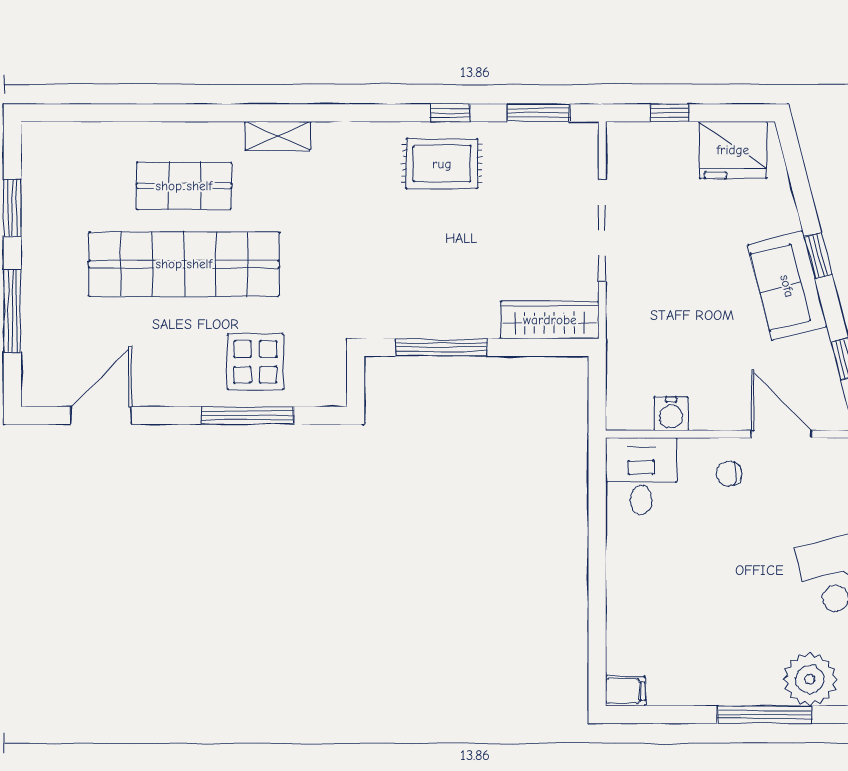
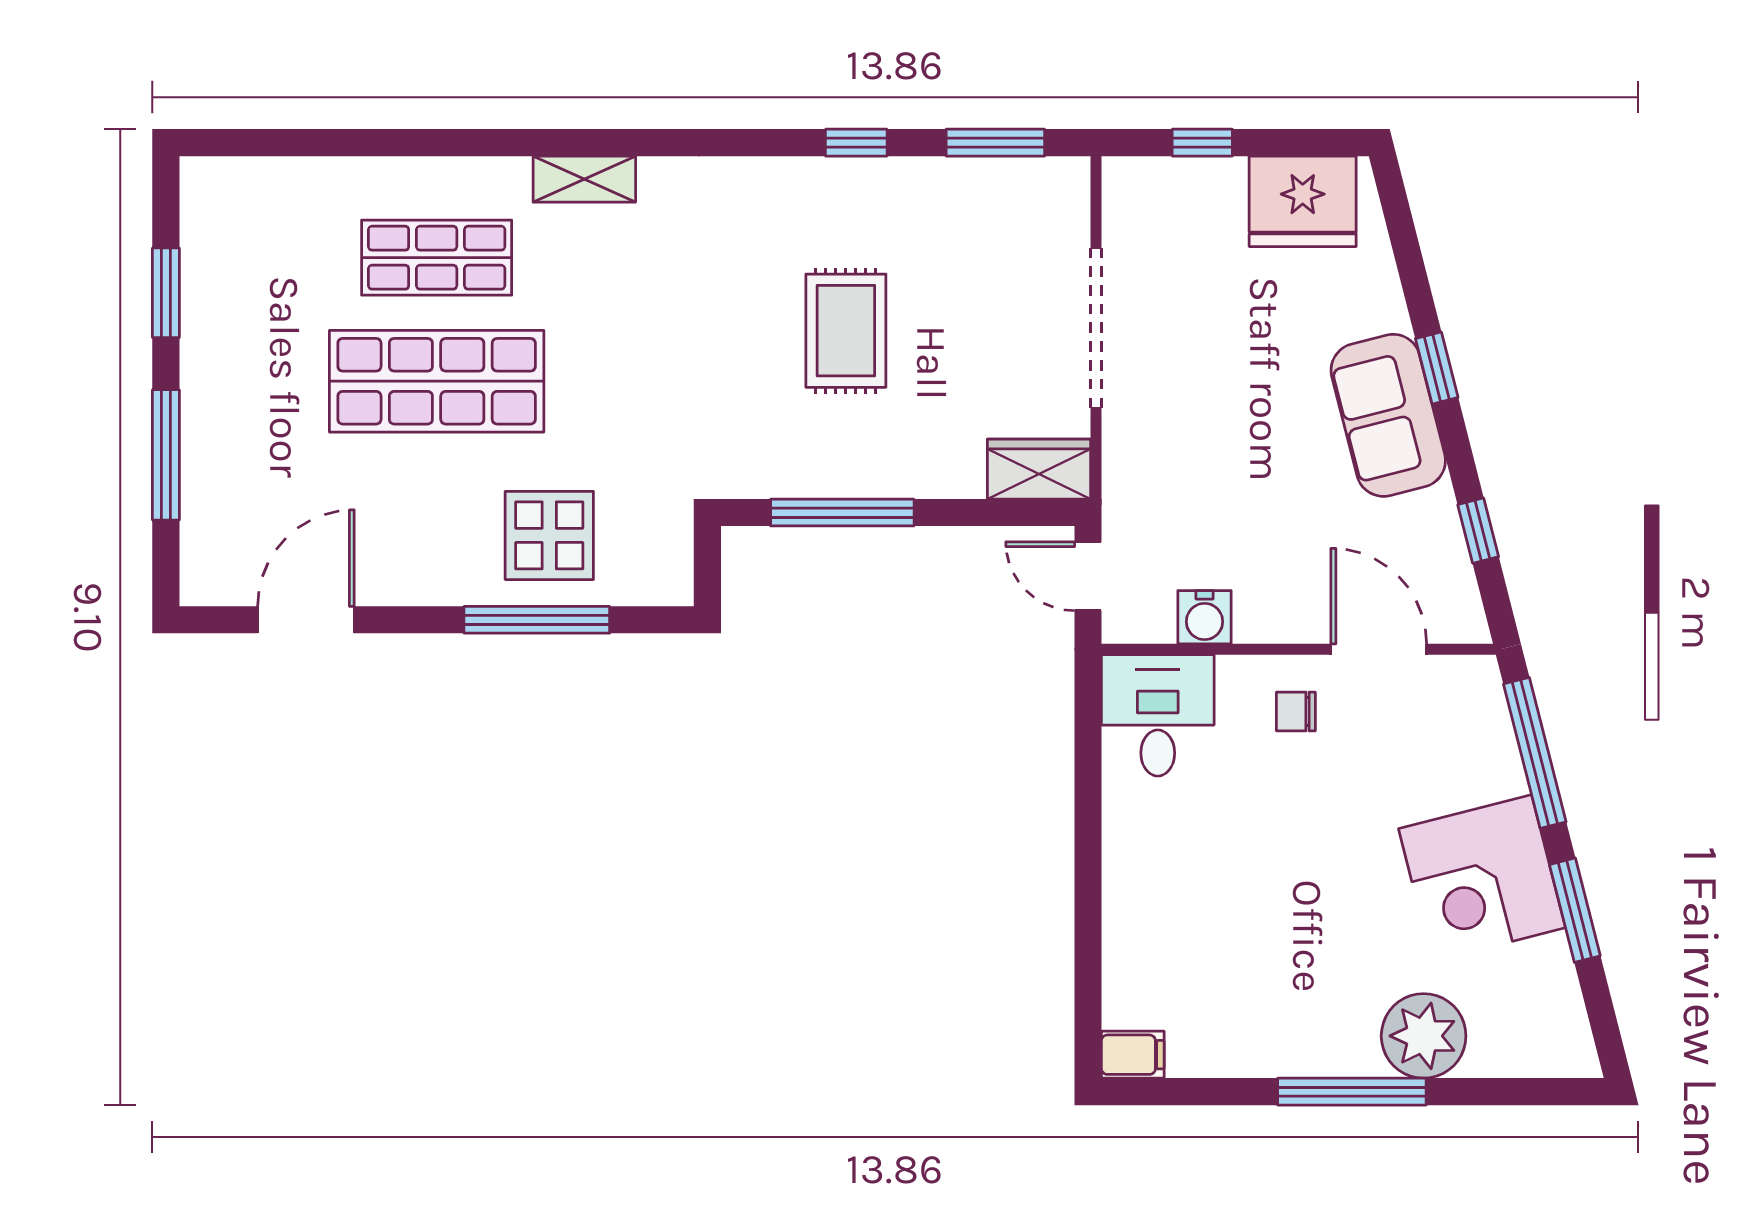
rug: (442, 164) -> (846, 331), moved, turned 90
shop shelf: (184, 264) -> (437, 381), width x0.71
wardrobe: (550, 320) -> (1039, 469), width x0.67
door: (597, 388) -> (1088, 576), added

